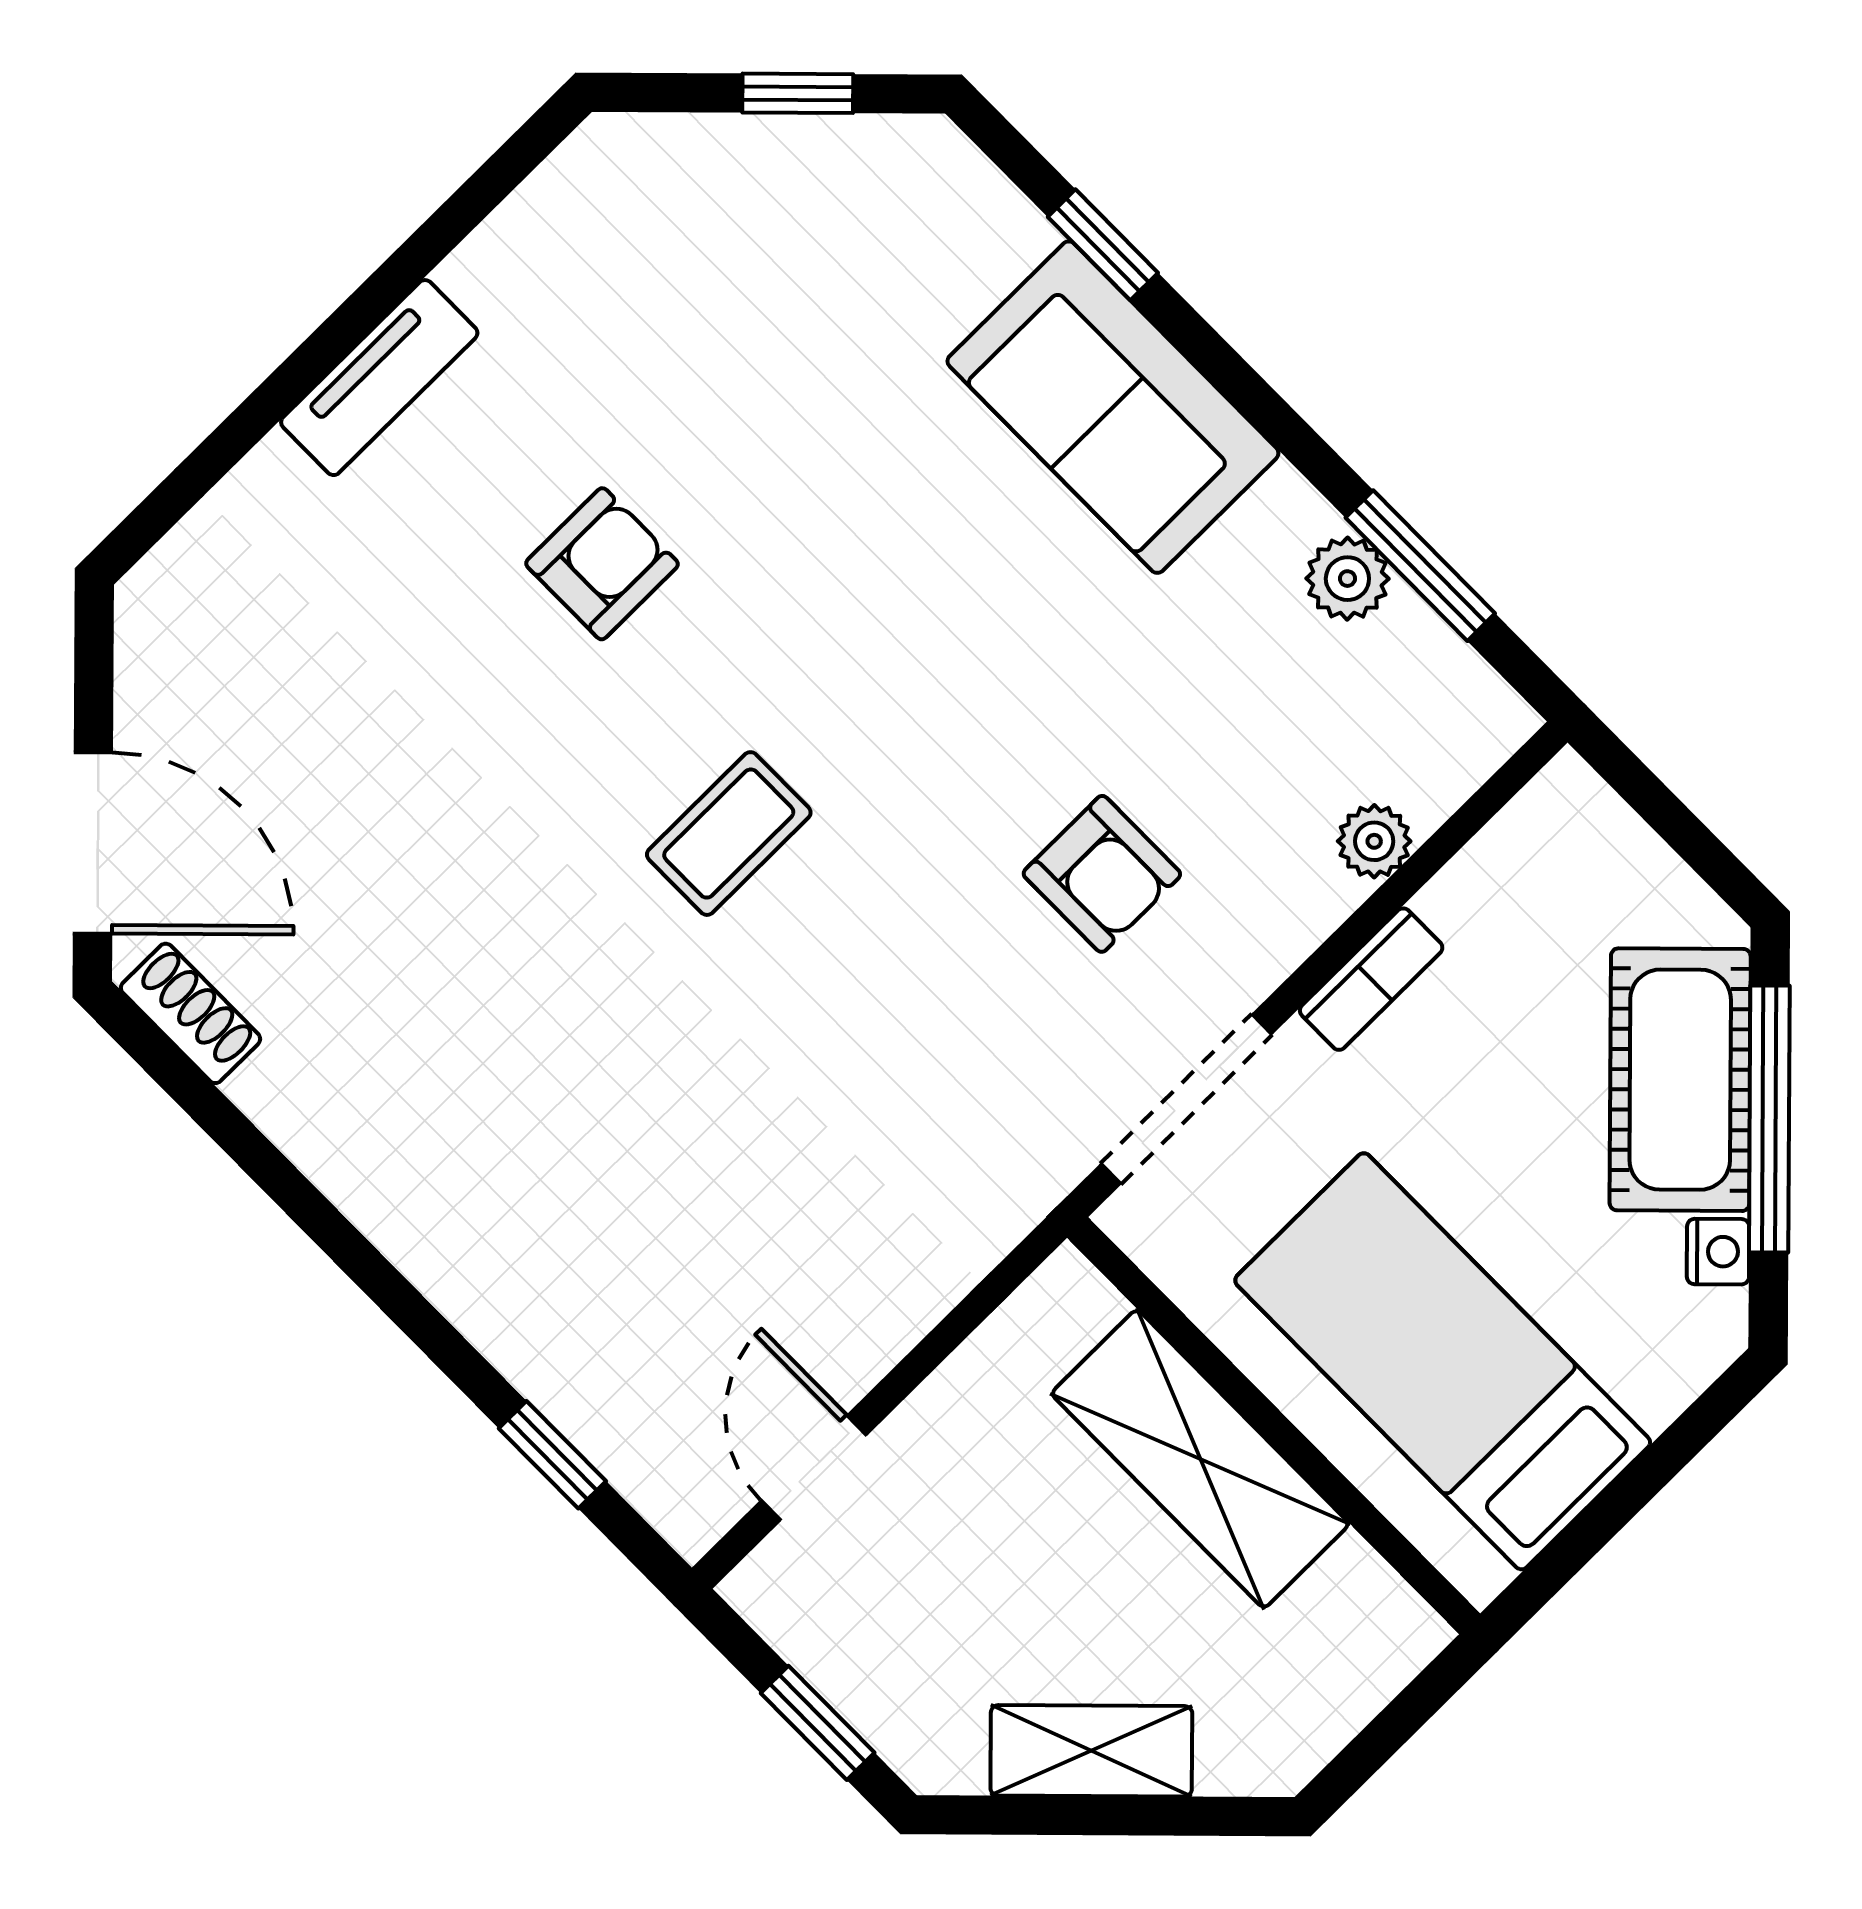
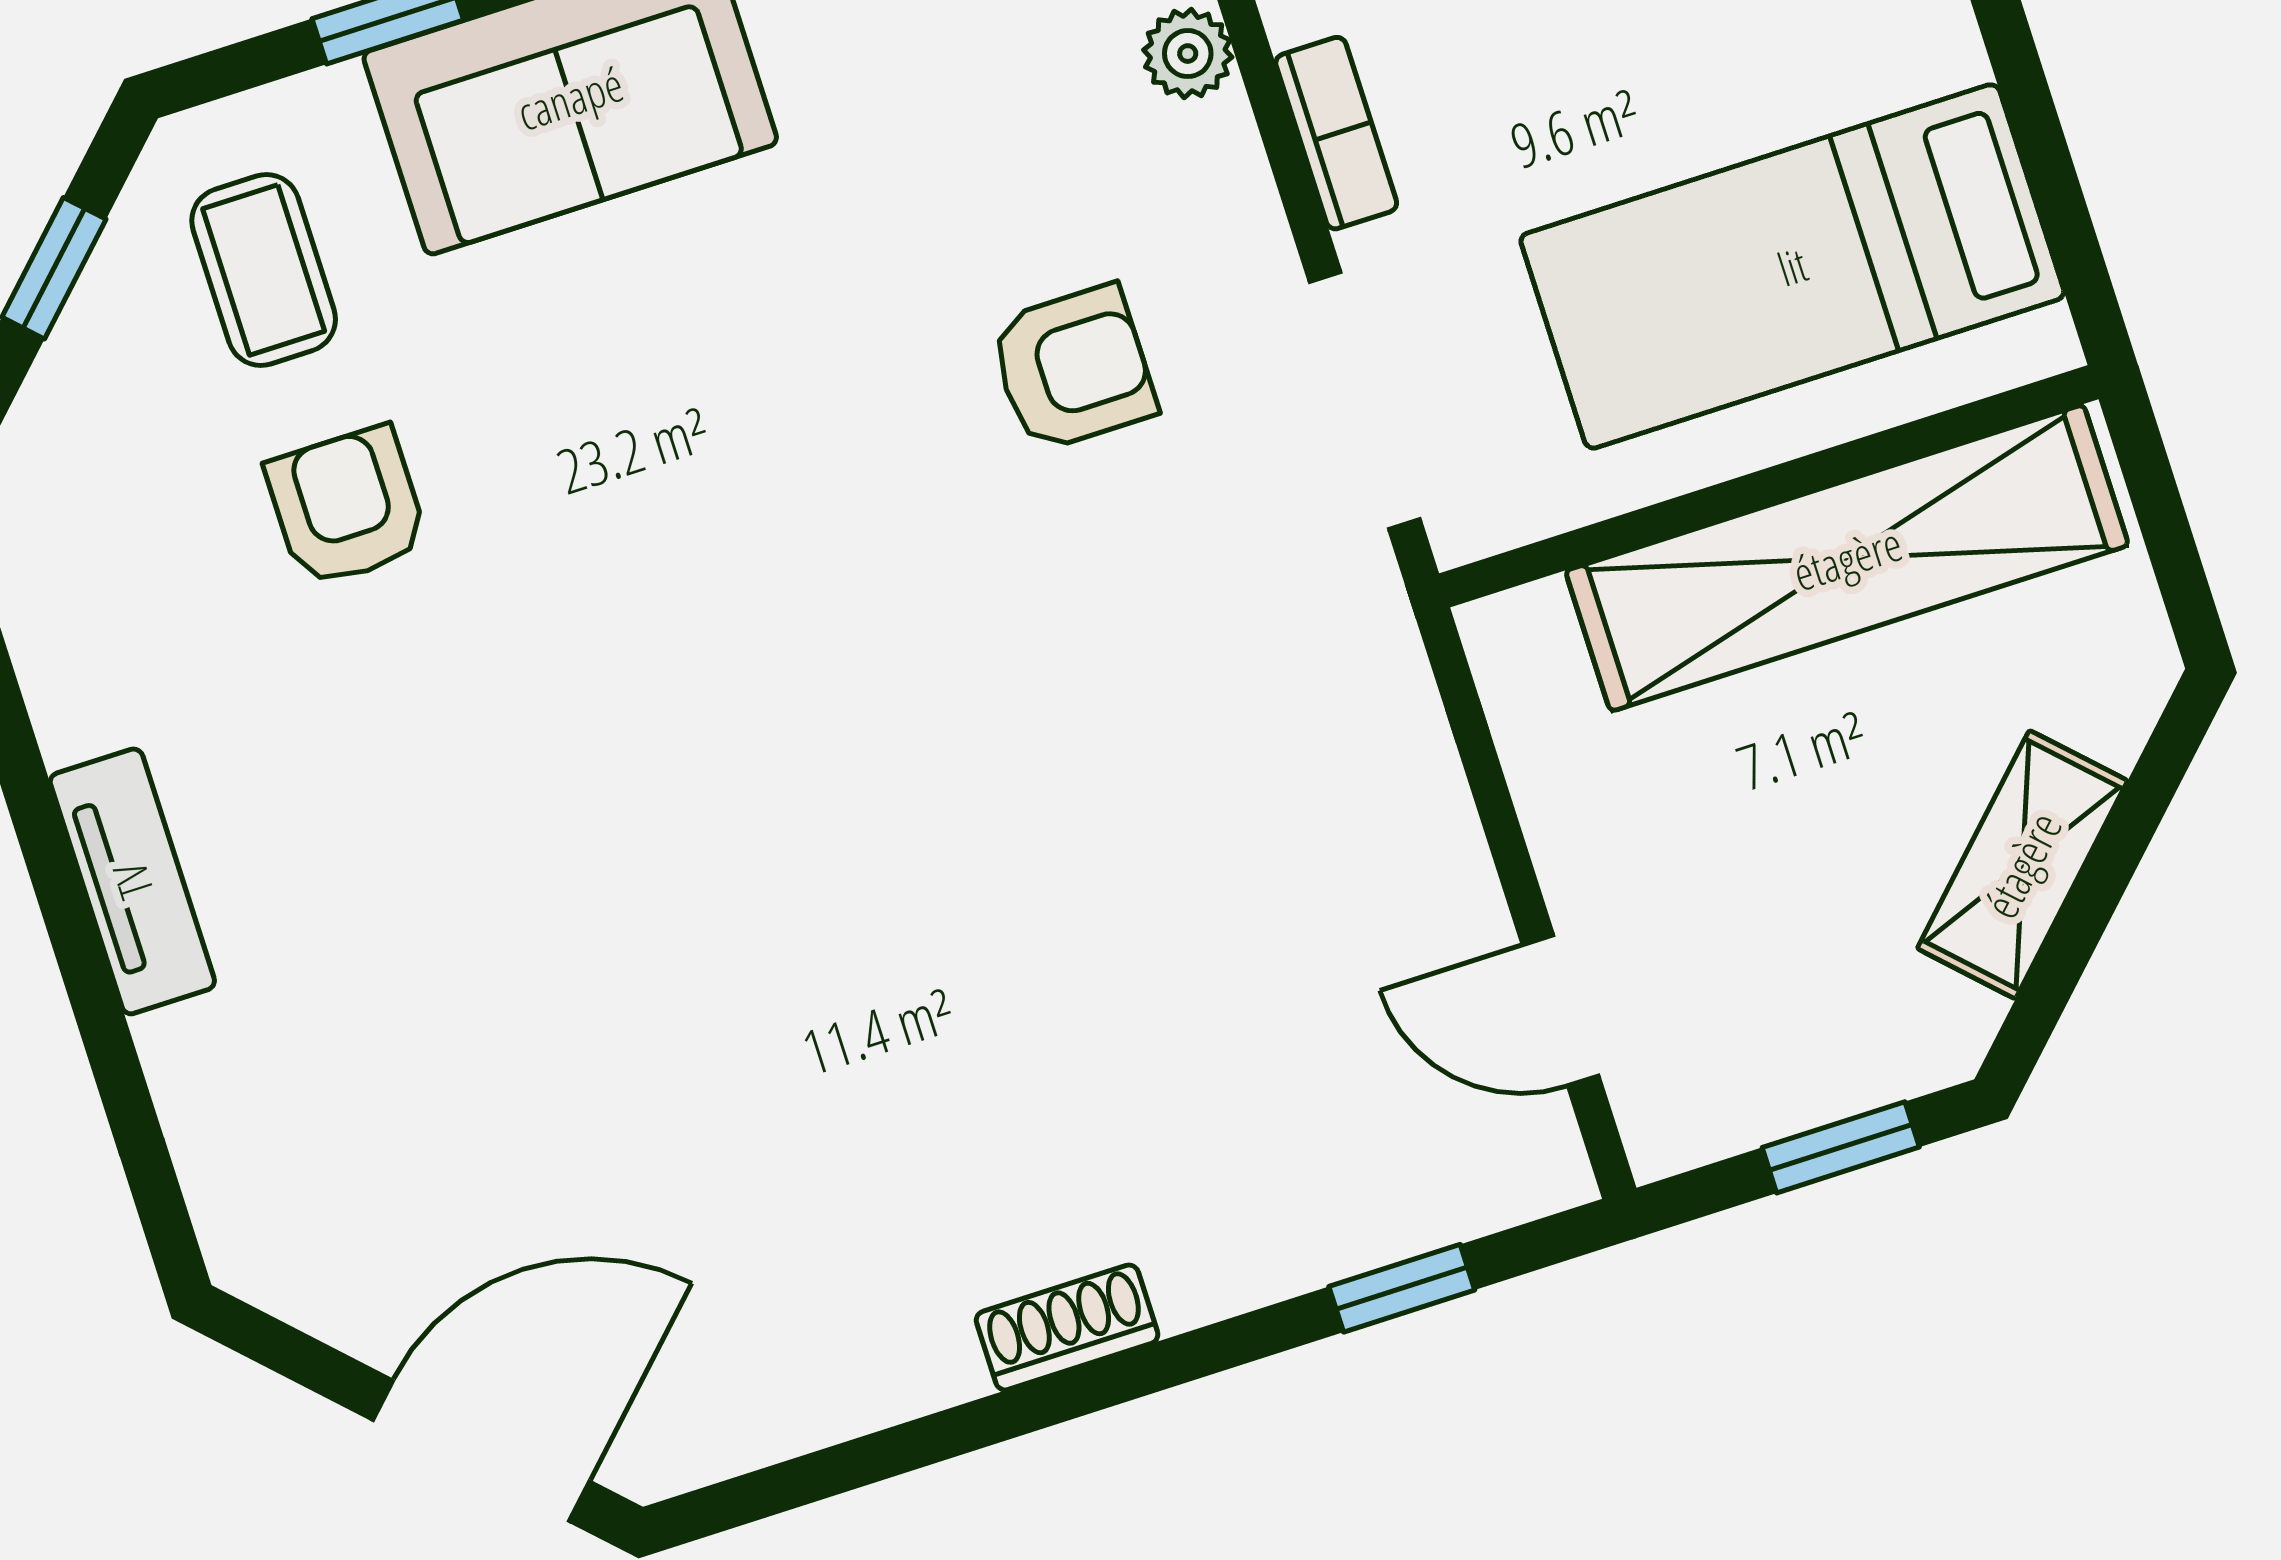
armchair: (602, 564) -> (347, 507), moved
coffee table: (729, 834) -> (264, 270), moved
shoe rack: (191, 1013) -> (1067, 1327), moved
shelving: (1200, 1459) -> (1847, 558), width x1.47

